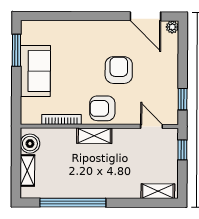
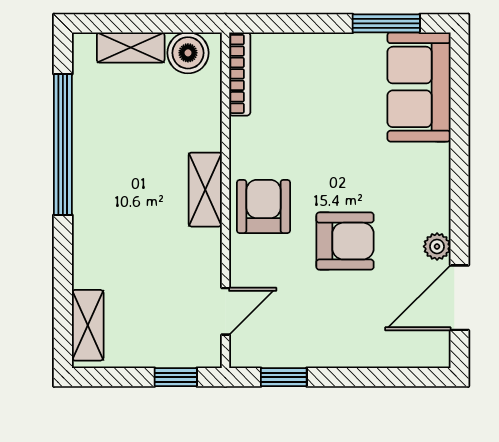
plant: (172, 27) -> (437, 246), moved
sofa: (35, 71) -> (419, 87), moved, turned 90
bookcase: (62, 119) -> (240, 74), moved

